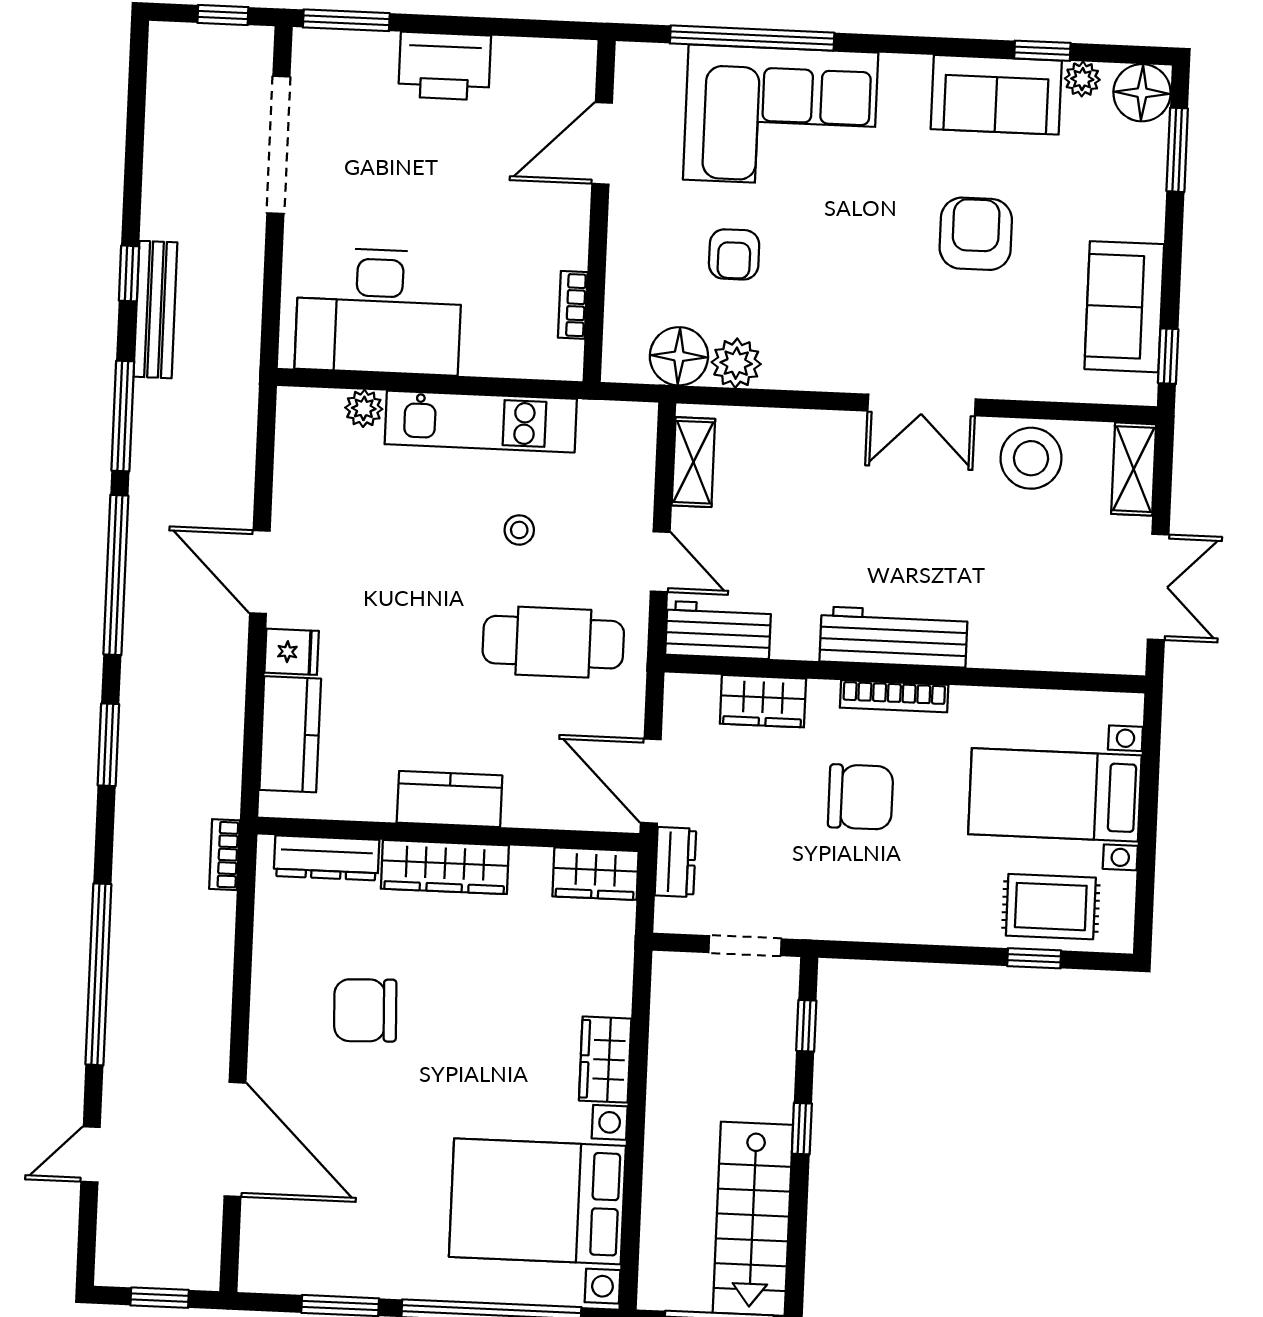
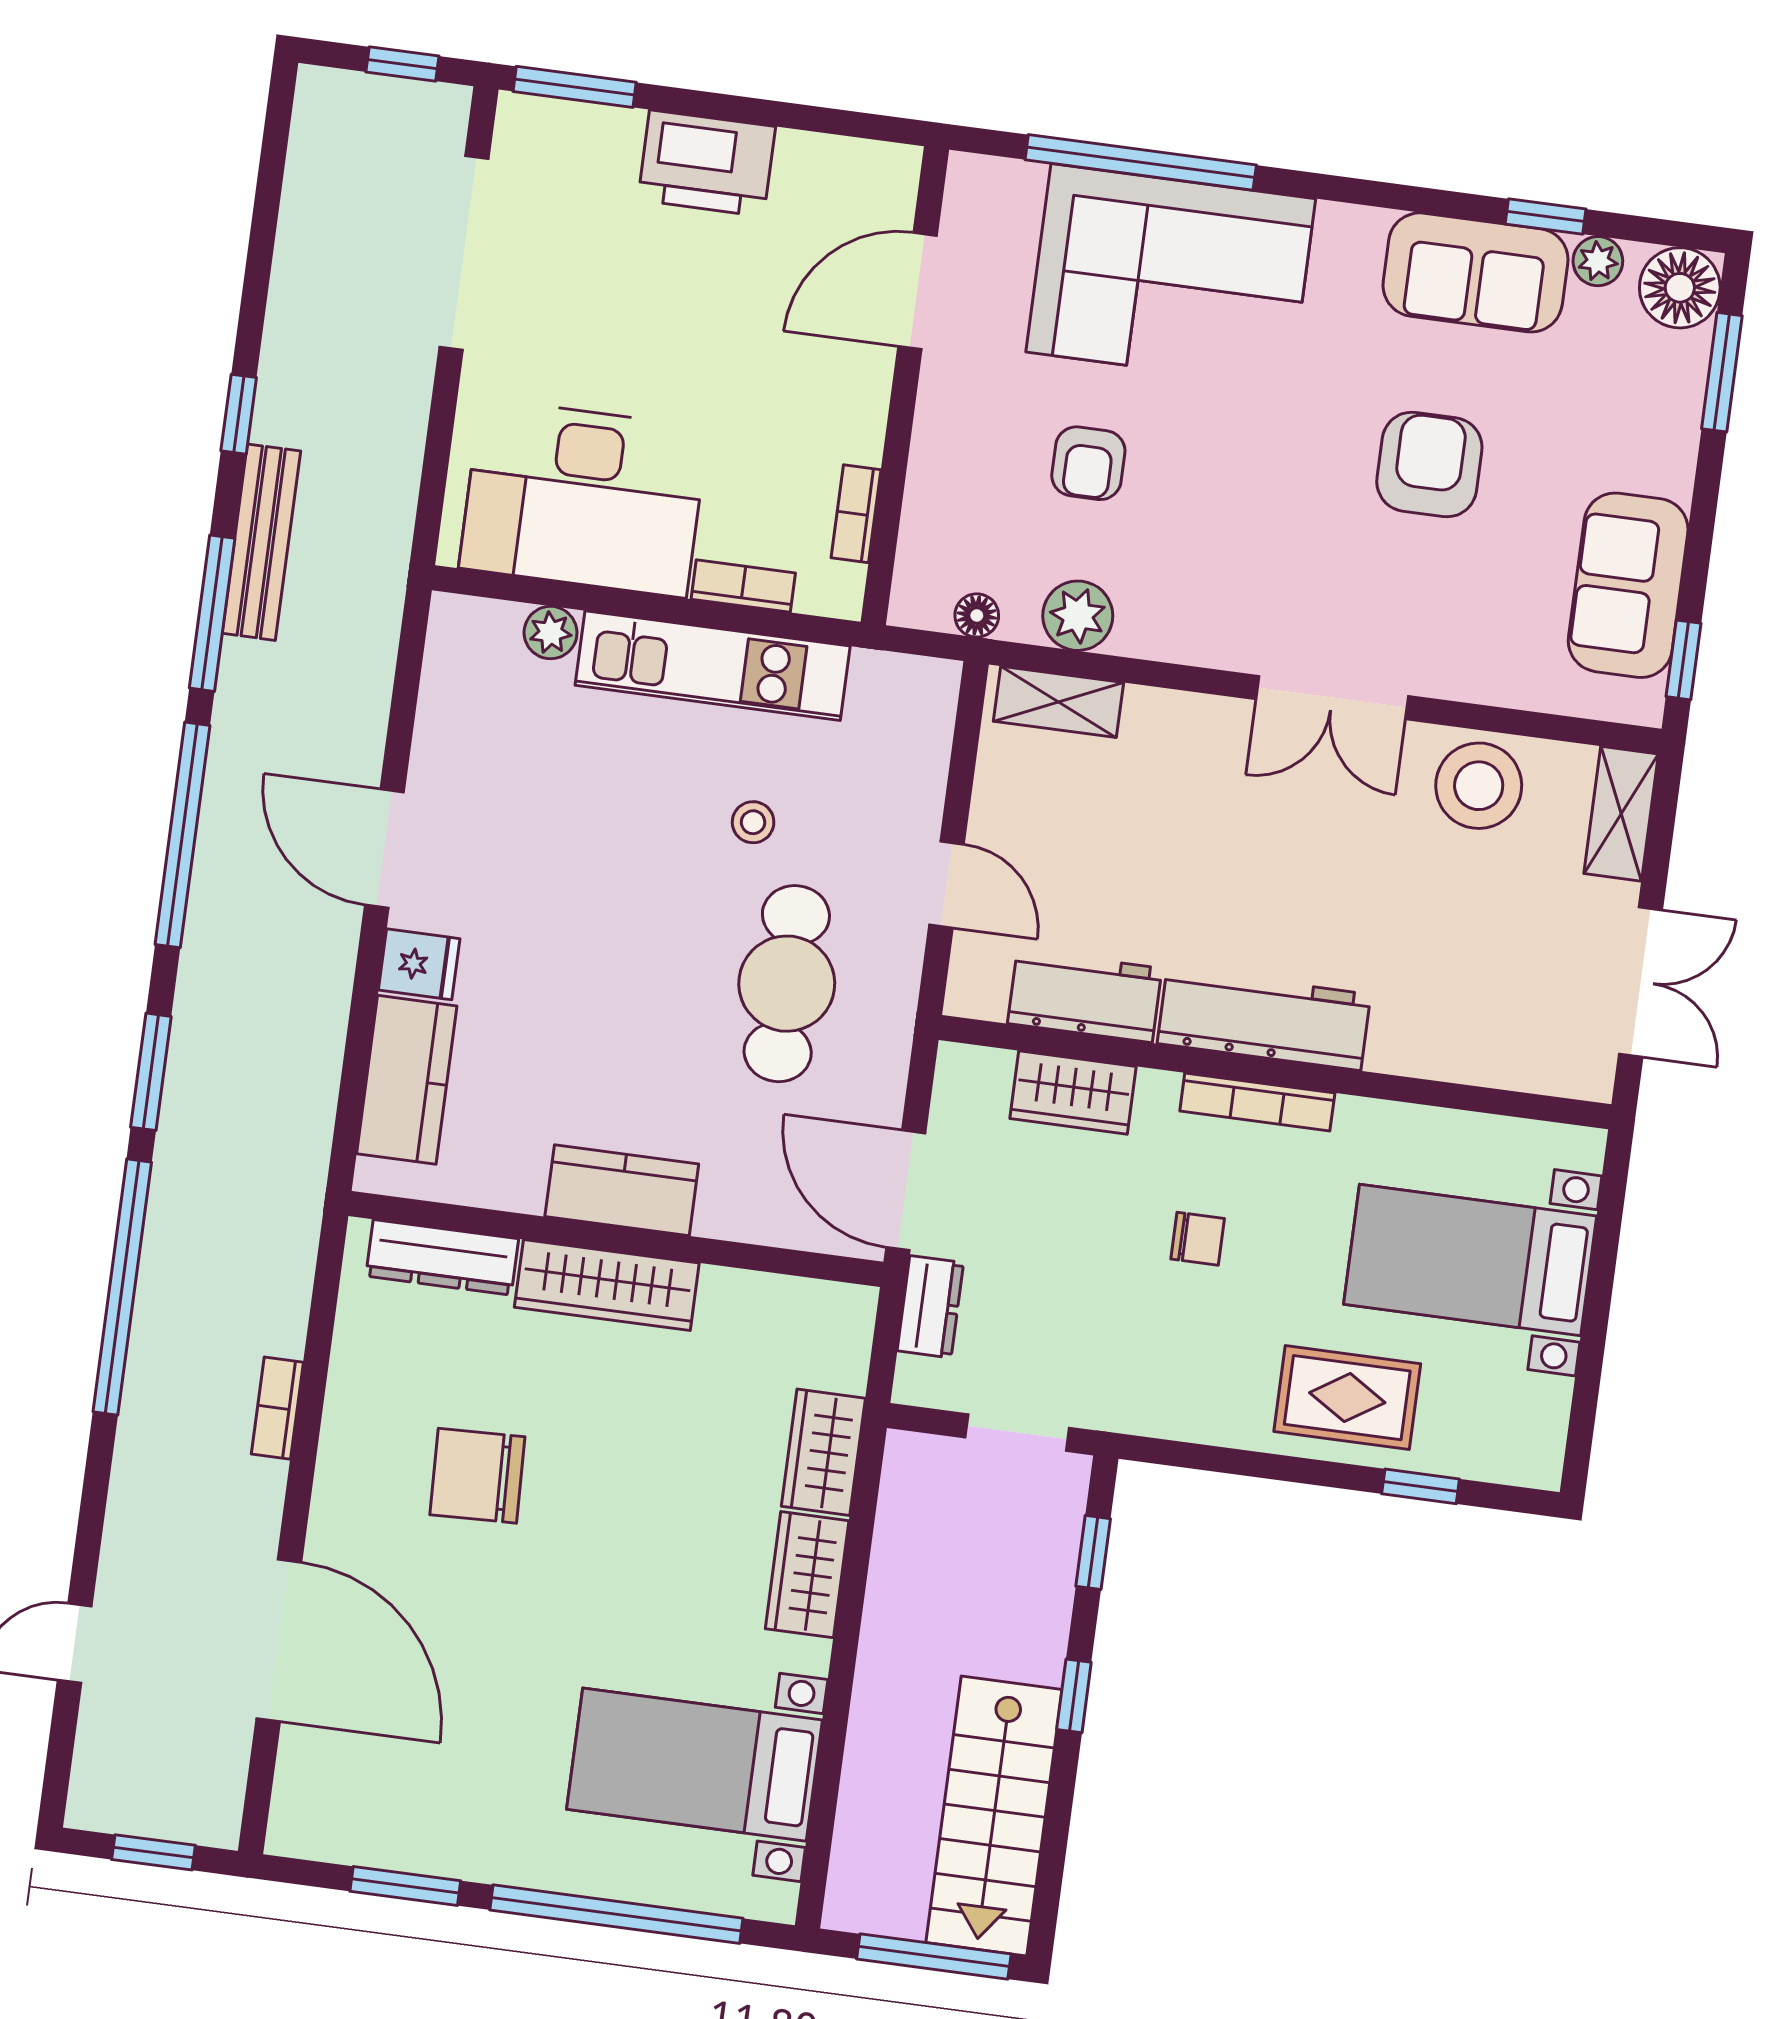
bench: (155, 310) -> (261, 542), moved
floor lamp: (679, 356) -> (977, 615), width x0.53, depth x0.53
bookcase: (497, 363) -> (743, 586), added
shelving: (693, 462) -> (1059, 702), moved, turned 90
workbench: (718, 630) -> (1085, 996), moved
cafe table: (553, 642) -> (787, 984), turned 90
chair: (861, 797) -> (1198, 1239), width x0.54, depth x0.54
bookcase: (224, 855) -> (277, 1408), moved
wardrobe: (595, 874) -> (823, 1452), moved, turned 90
rug: (1051, 907) -> (1347, 1398), moved
window: (98, 974) -> (122, 1287), moved
bed with nightstands: (537, 1201) -> (695, 1765), width x0.73

